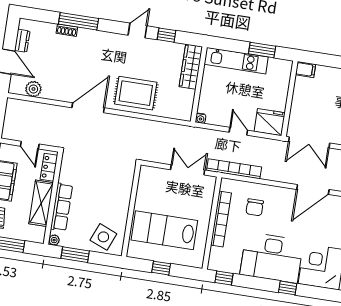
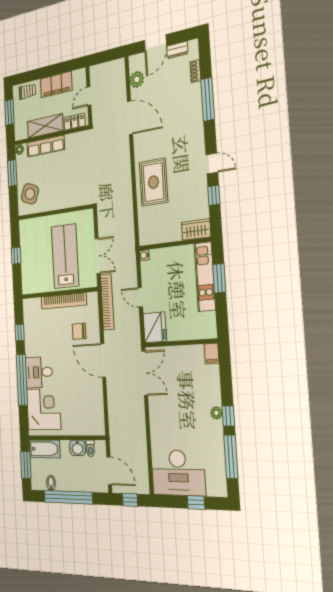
shoe rack: (67, 30) -> (195, 71), moved
window: (262, 50) -> (219, 278), moved
wardrobe: (191, 67) -> (196, 230), width x0.67
door: (88, 108) -> (130, 118), moved
door: (238, 131) -> (140, 297), swing flipped
double door: (309, 142) -> (145, 373), swing flipped
door: (313, 189) -> (103, 360), moved
lab bench: (164, 230) -> (65, 256), moved
desk: (272, 258) -> (39, 372), width x0.53, depth x0.77
window: (224, 278) -> (20, 333), moved
window: (288, 288) -> (22, 380), width x3.17

